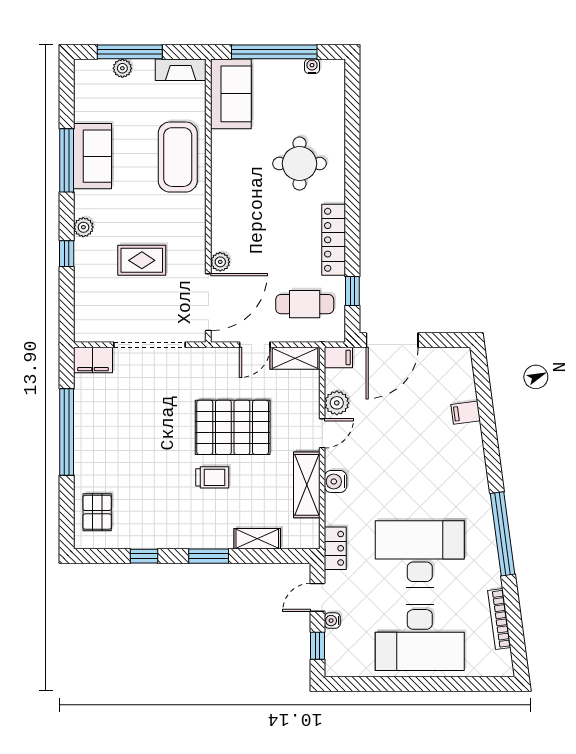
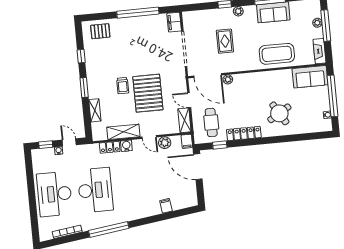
round table: (299, 164) -> (279, 113), turned -31
locker: (335, 548) -> (110, 147), moved

